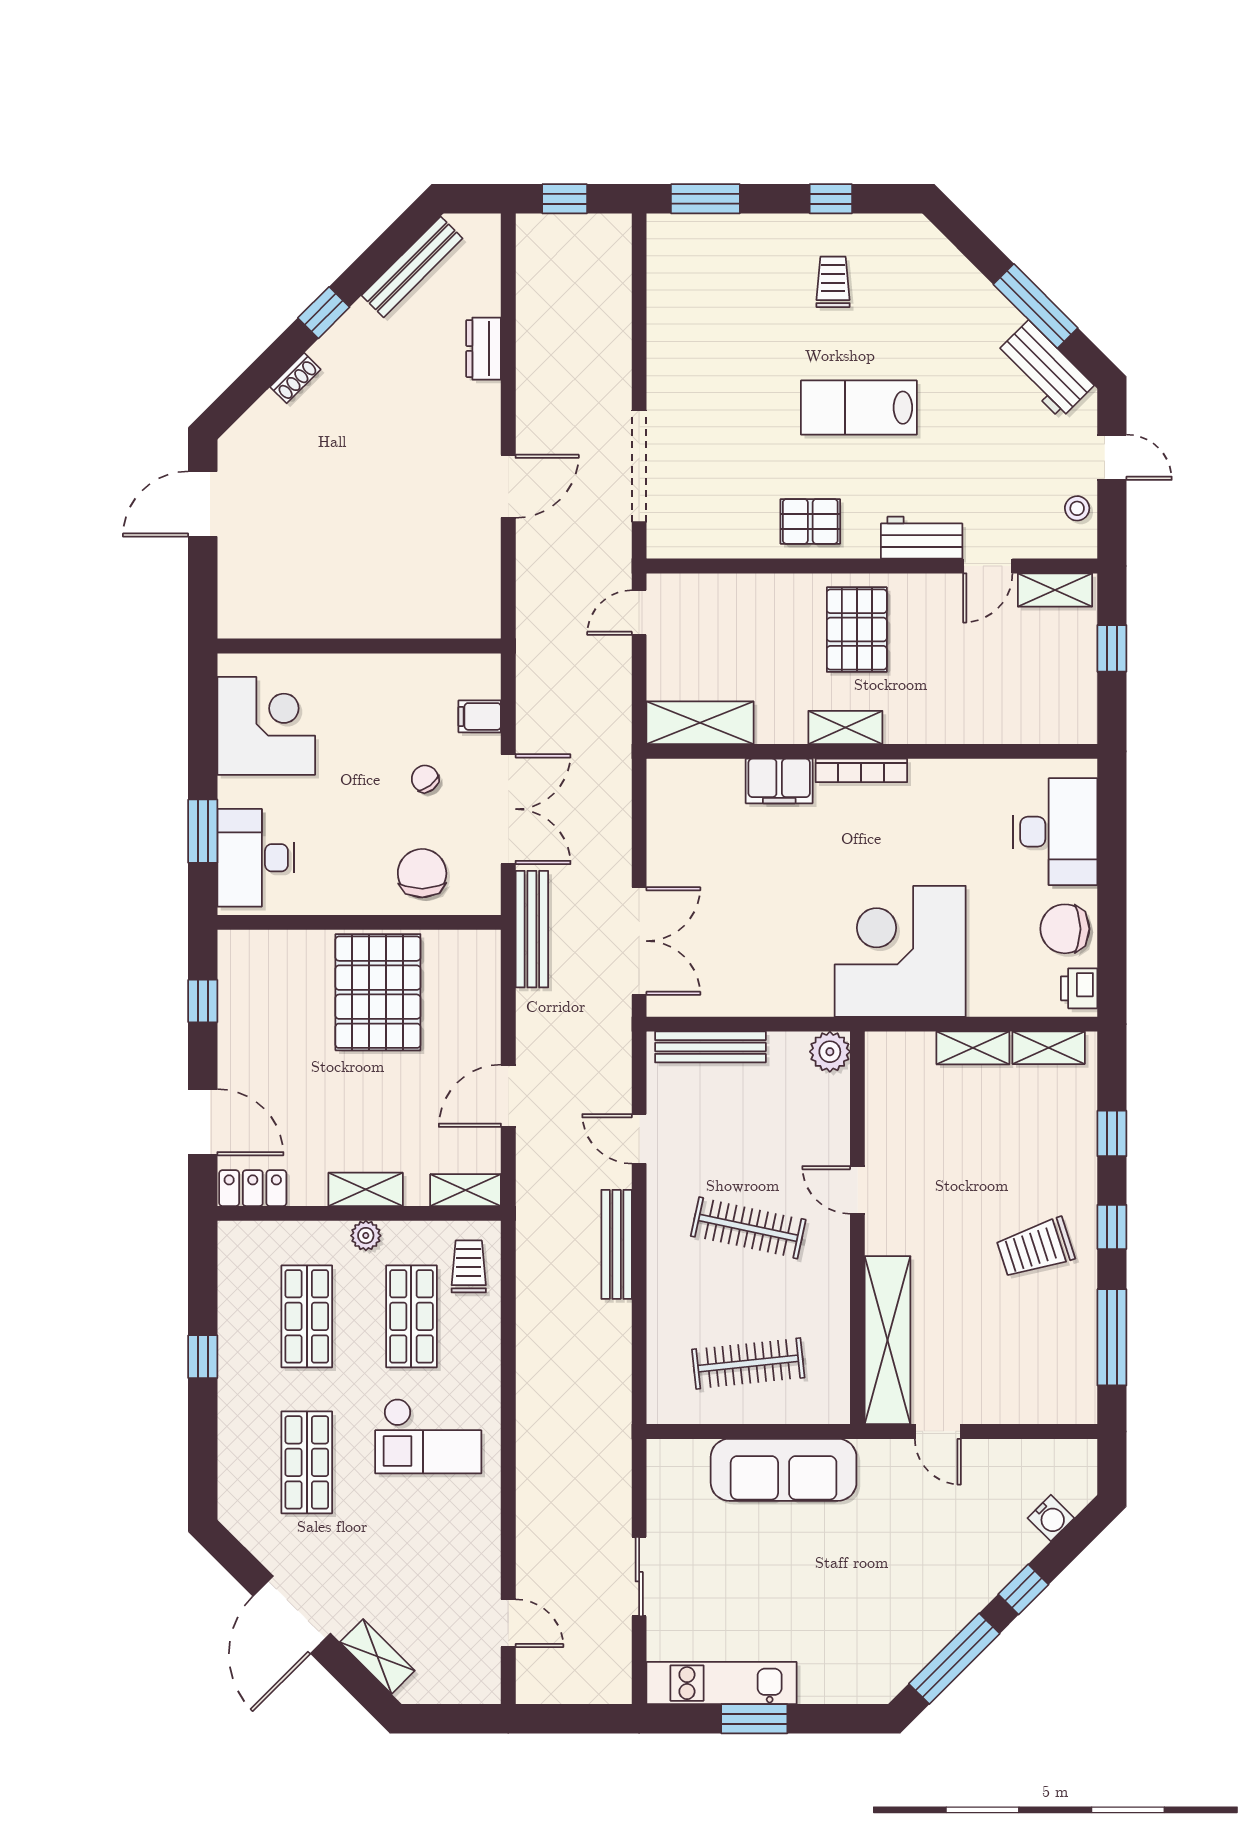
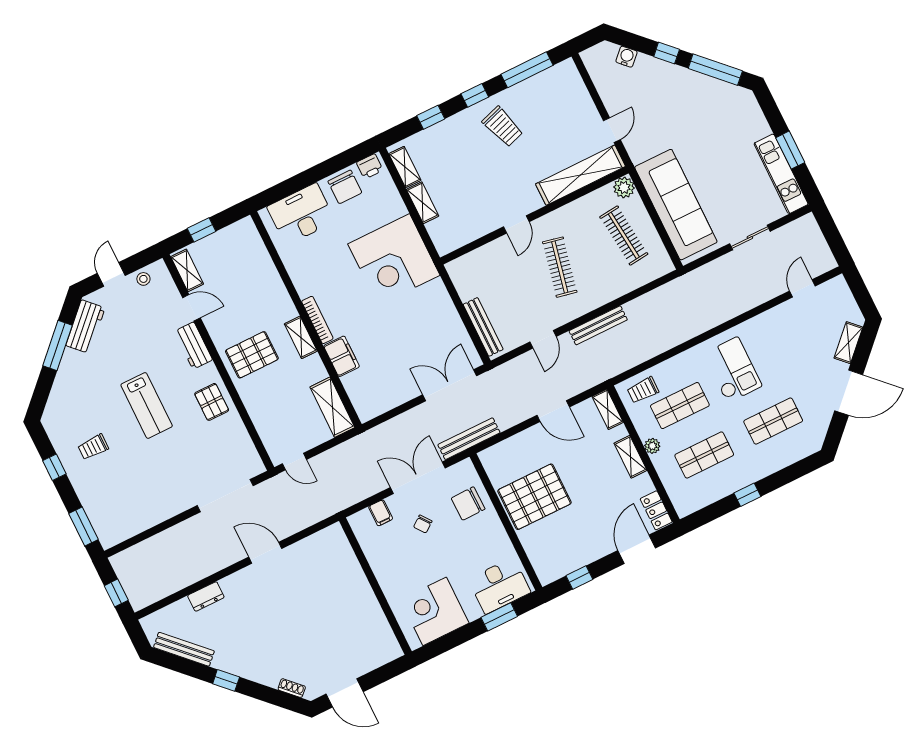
shoe rack: (295, 378) -> (292, 688), moved
plant: (830, 1052) -> (624, 188), moved
sofa: (784, 1470) -> (676, 205), width x1.36, depth x1.27

